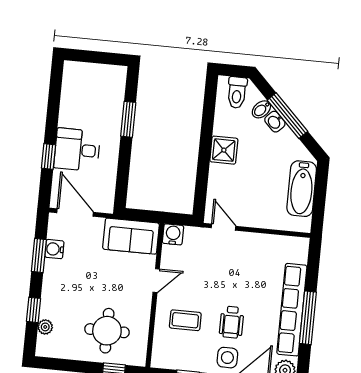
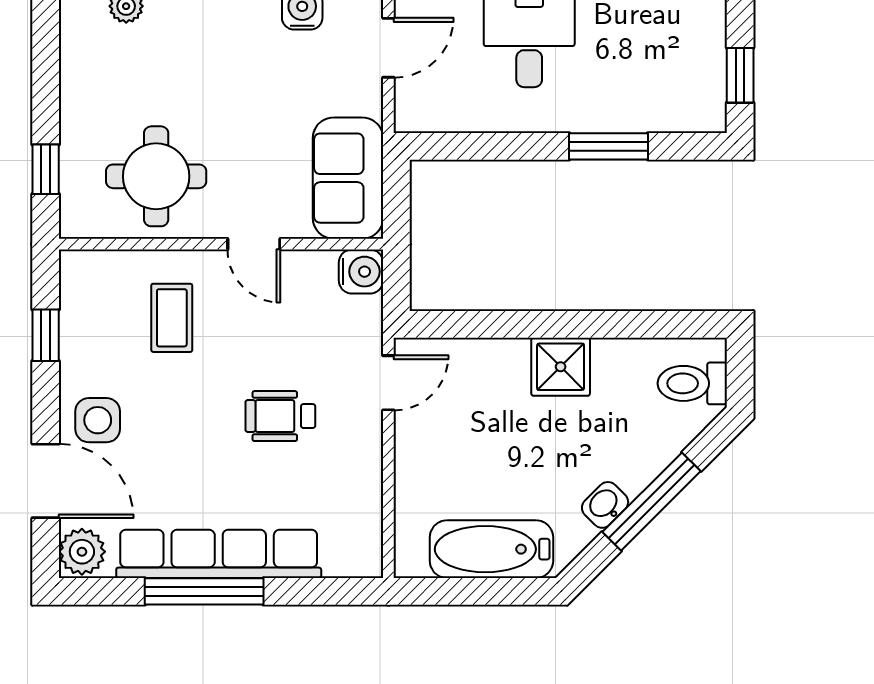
window: (102, 58) -> (740, 75), added
bidet: (261, 109) -> (660, 442), removed
washbasin: (275, 122) -> (605, 505), moved
door: (75, 213) -> (388, 48), width x0.73
wheelchair: (232, 322) -> (280, 416), moved
round table: (107, 331) -> (156, 176), moved

